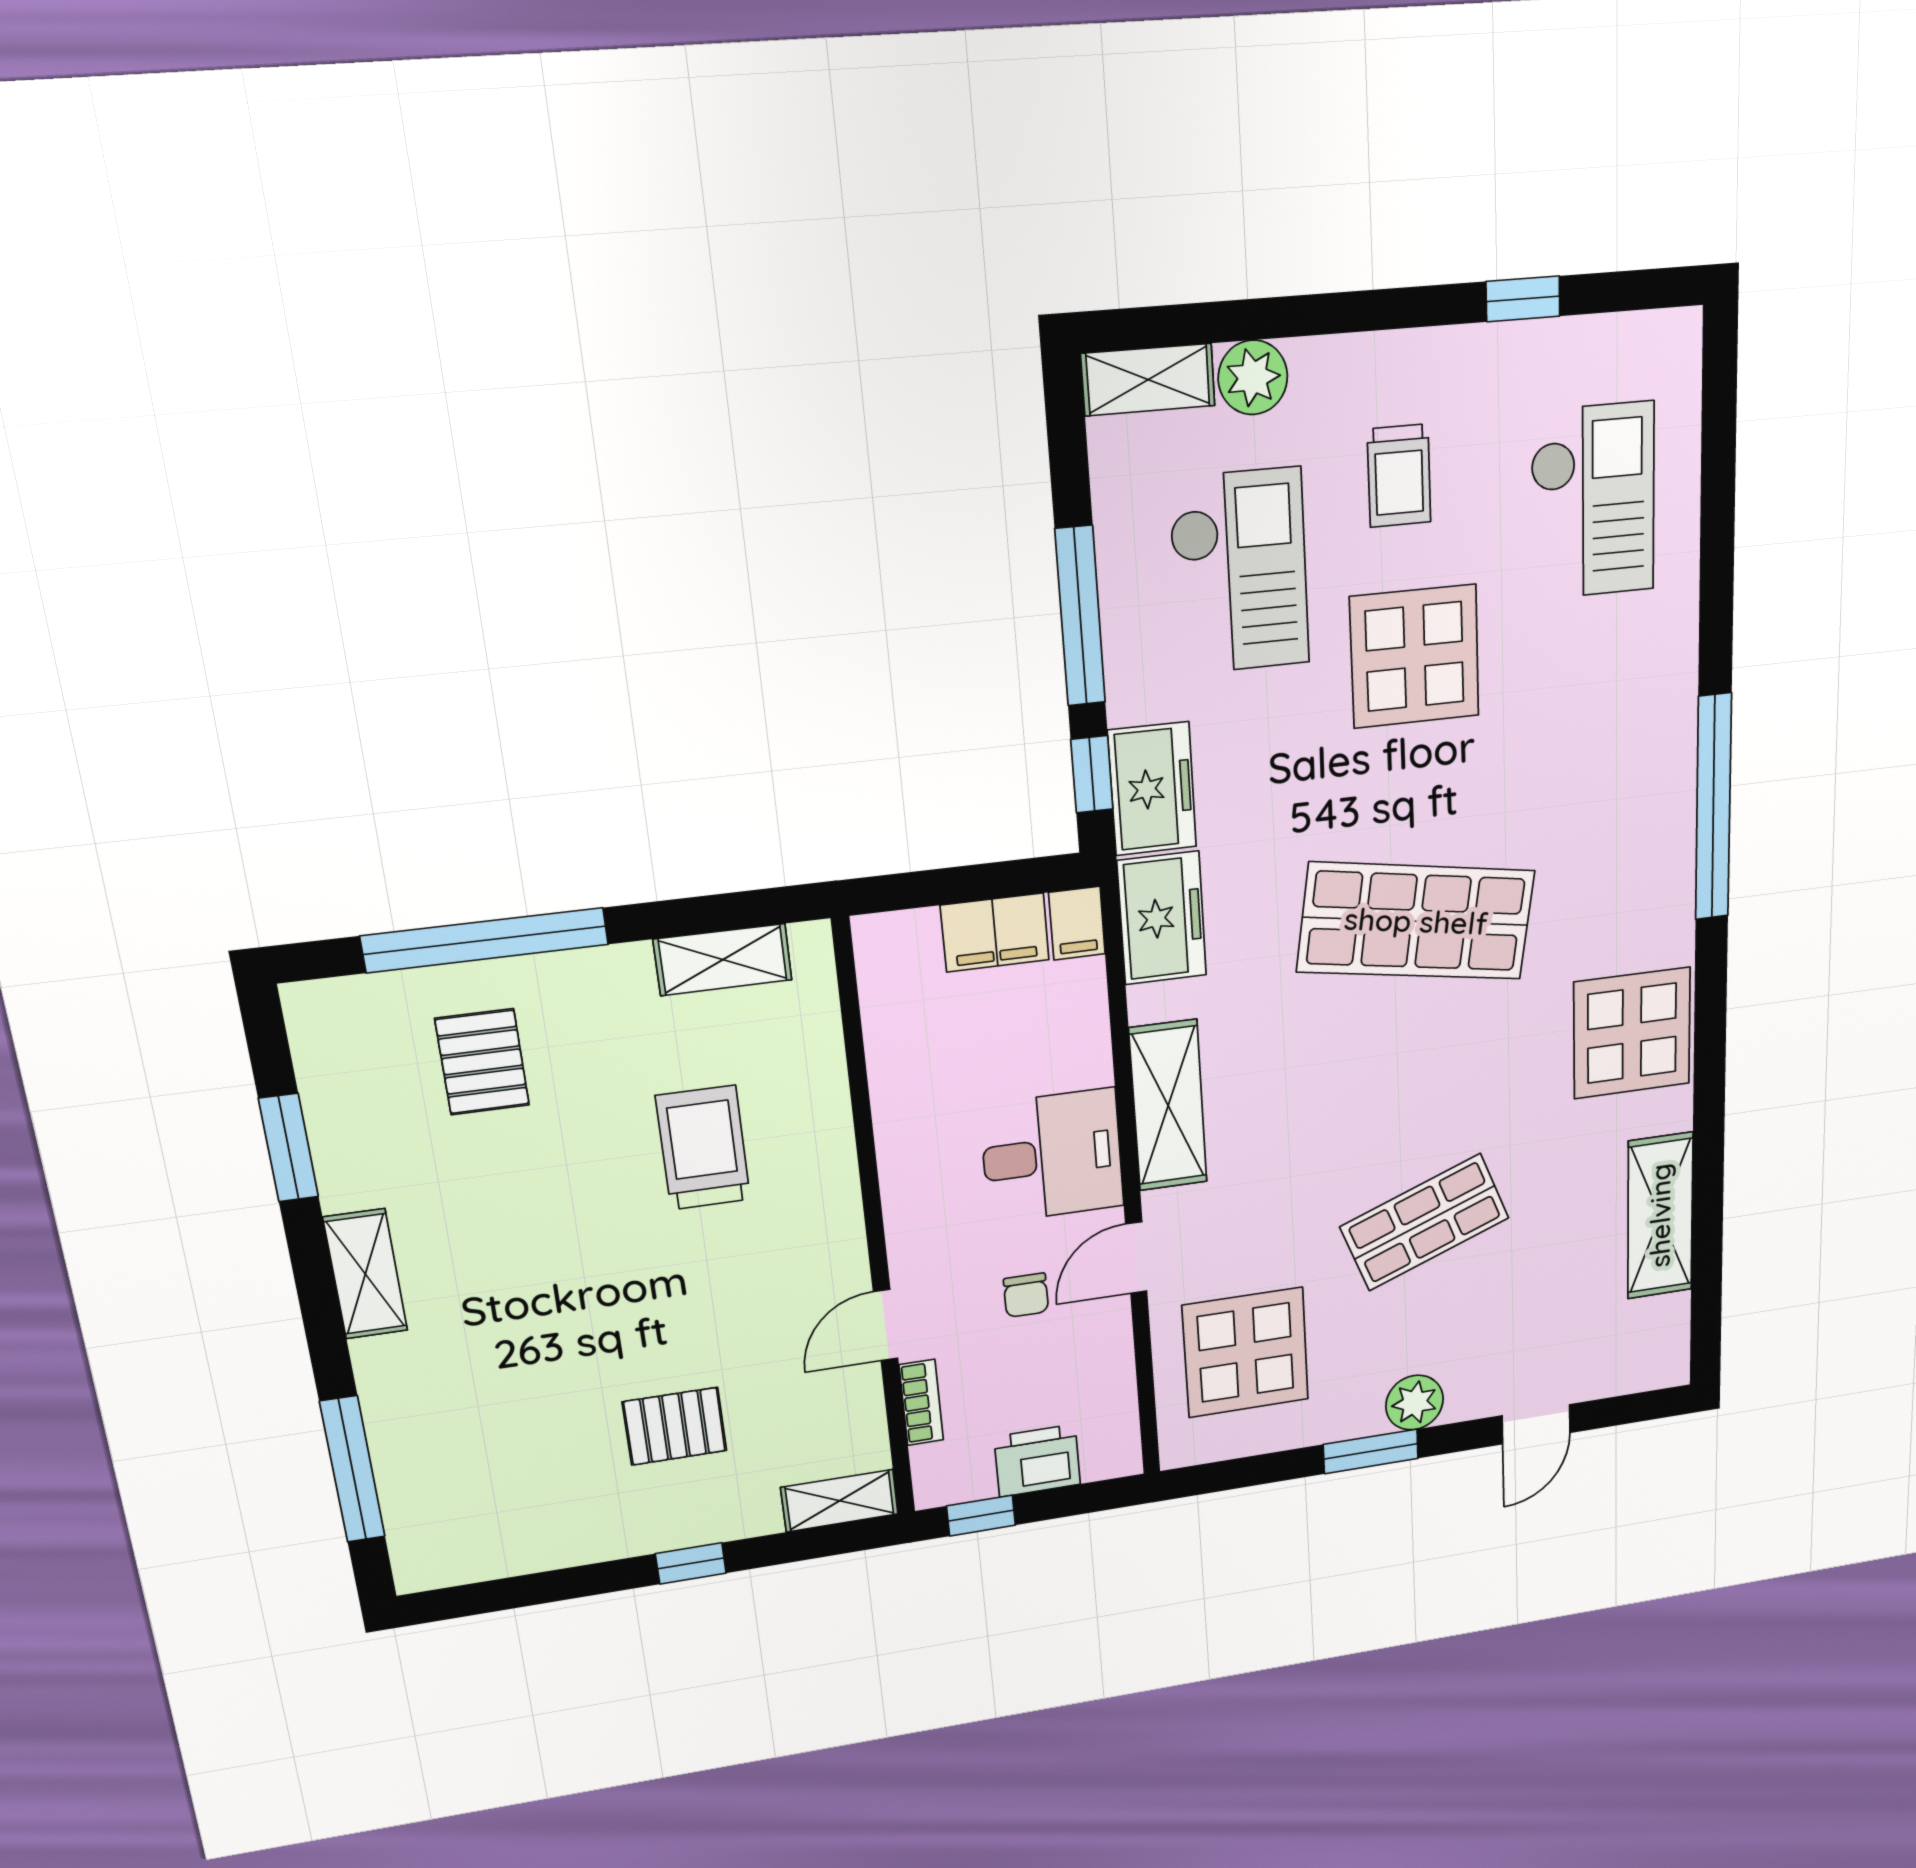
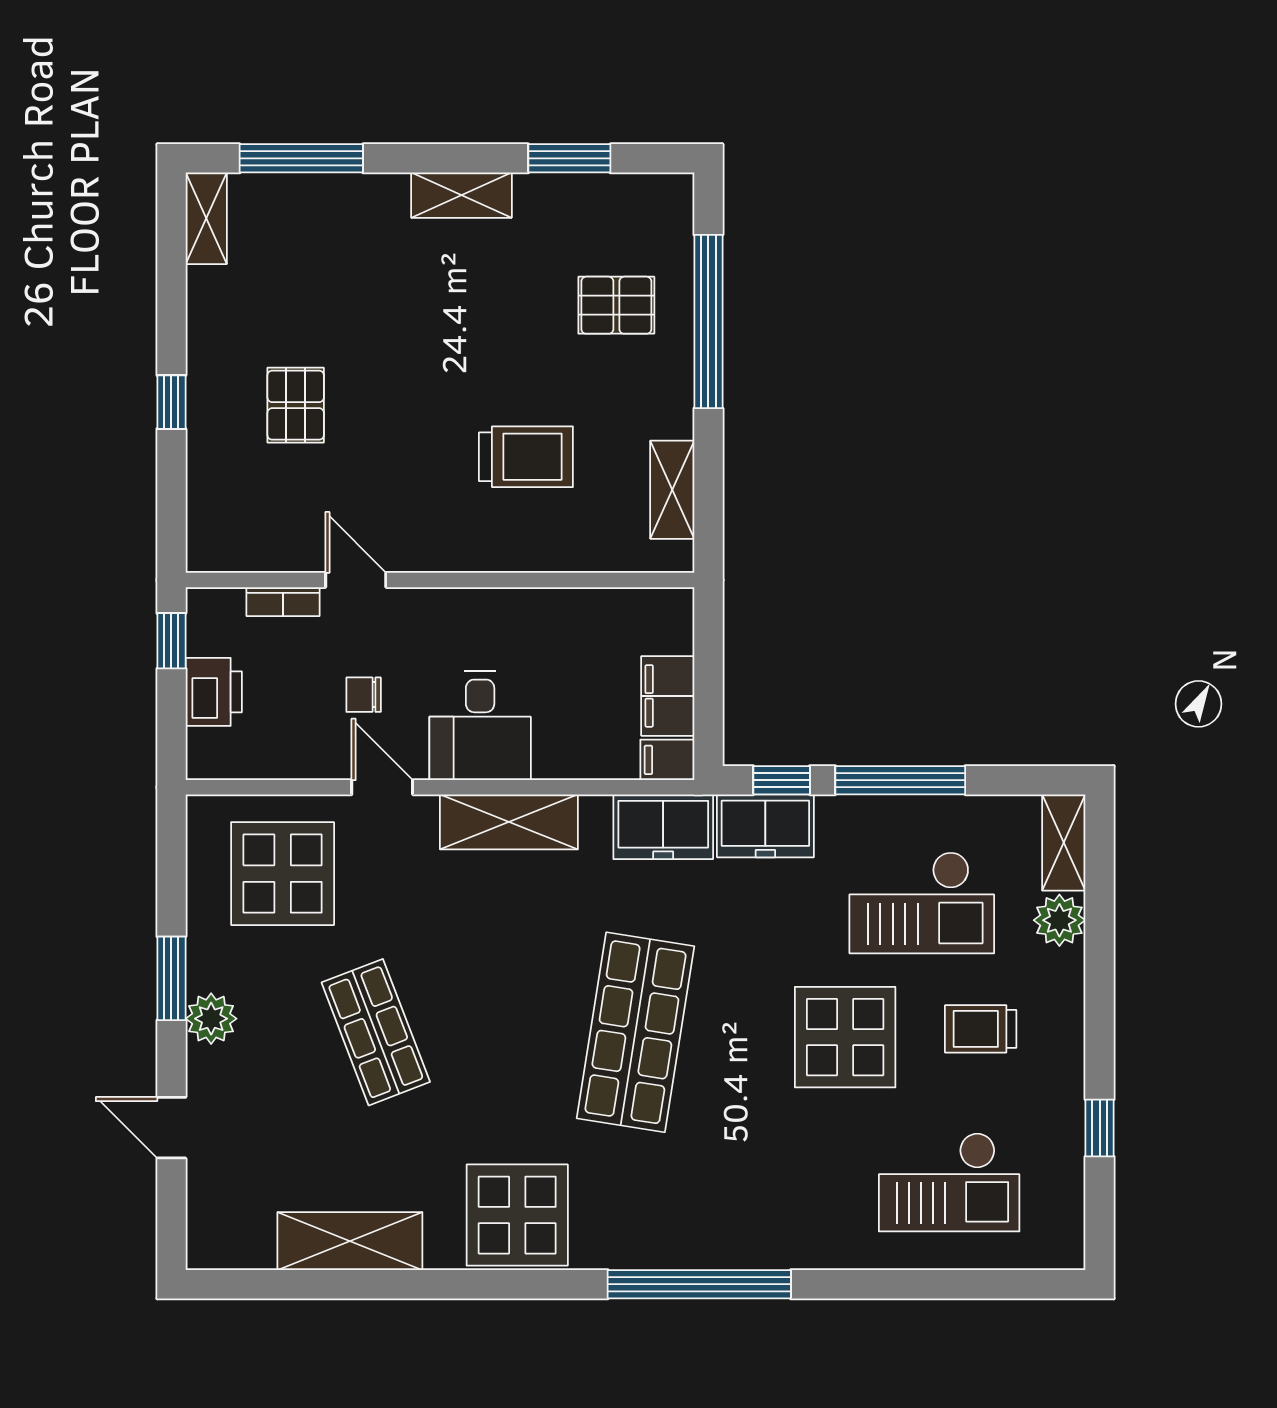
shelving: (840, 1501) -> (206, 218), moved

